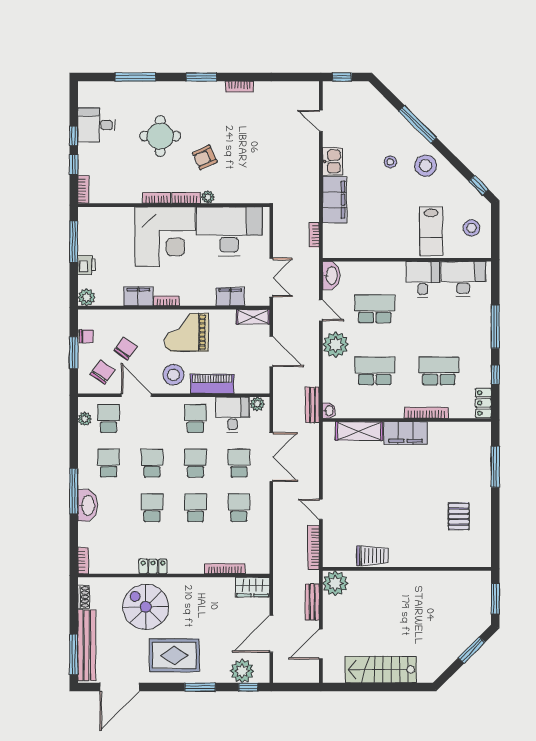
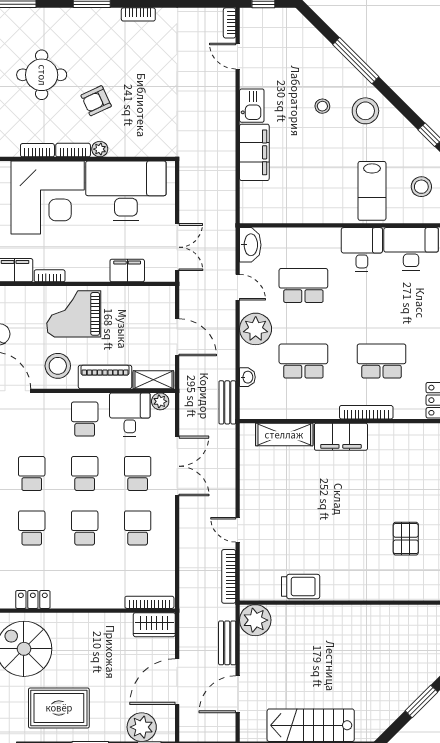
bookcase: (314, 235) -> (230, 23), moved
shelving: (253, 317) -> (153, 380), moved
washbasin: (329, 411) -> (247, 377), moved
bookcase: (225, 569) -> (149, 602), moved

